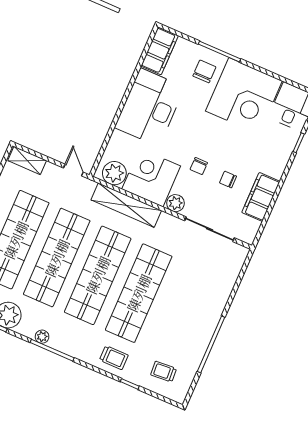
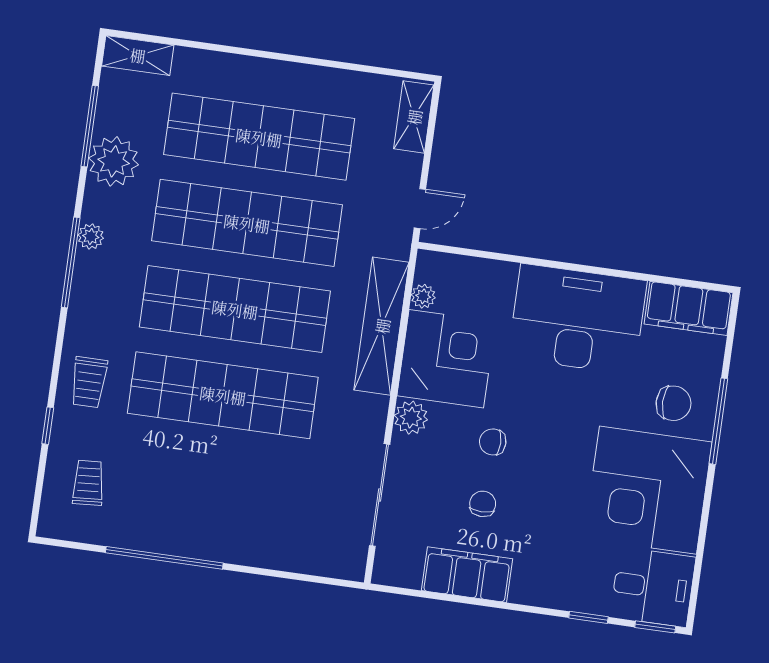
plant: (114, 173) -> (423, 296), width x0.53, depth x0.53

